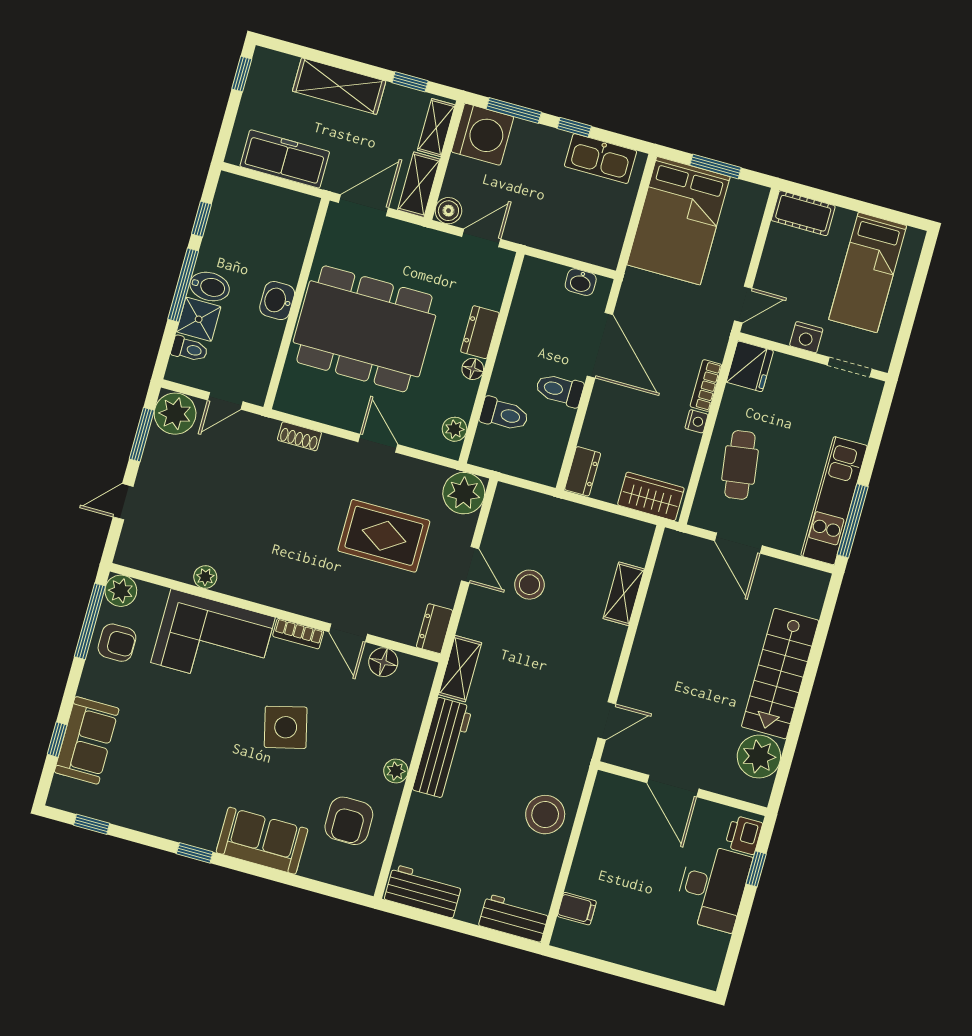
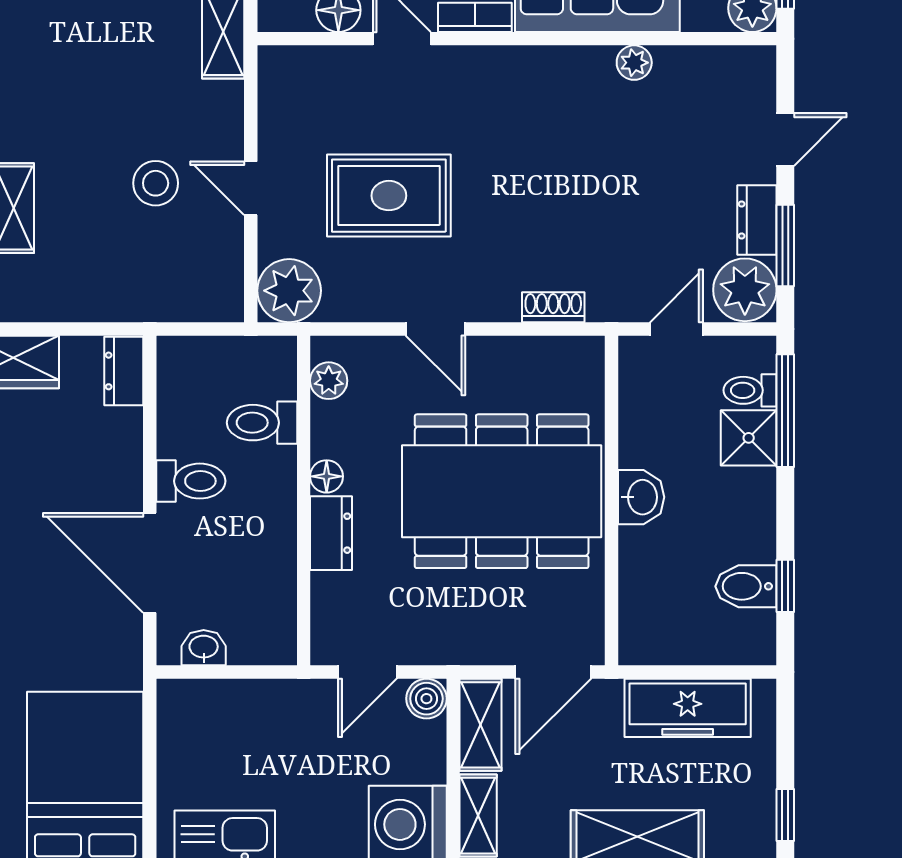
window: (183, 285) -> (785, 411), moved
bidet: (210, 287) -> (746, 586), moved
dresser: (434, 629) -> (757, 220), moved, turned 180

